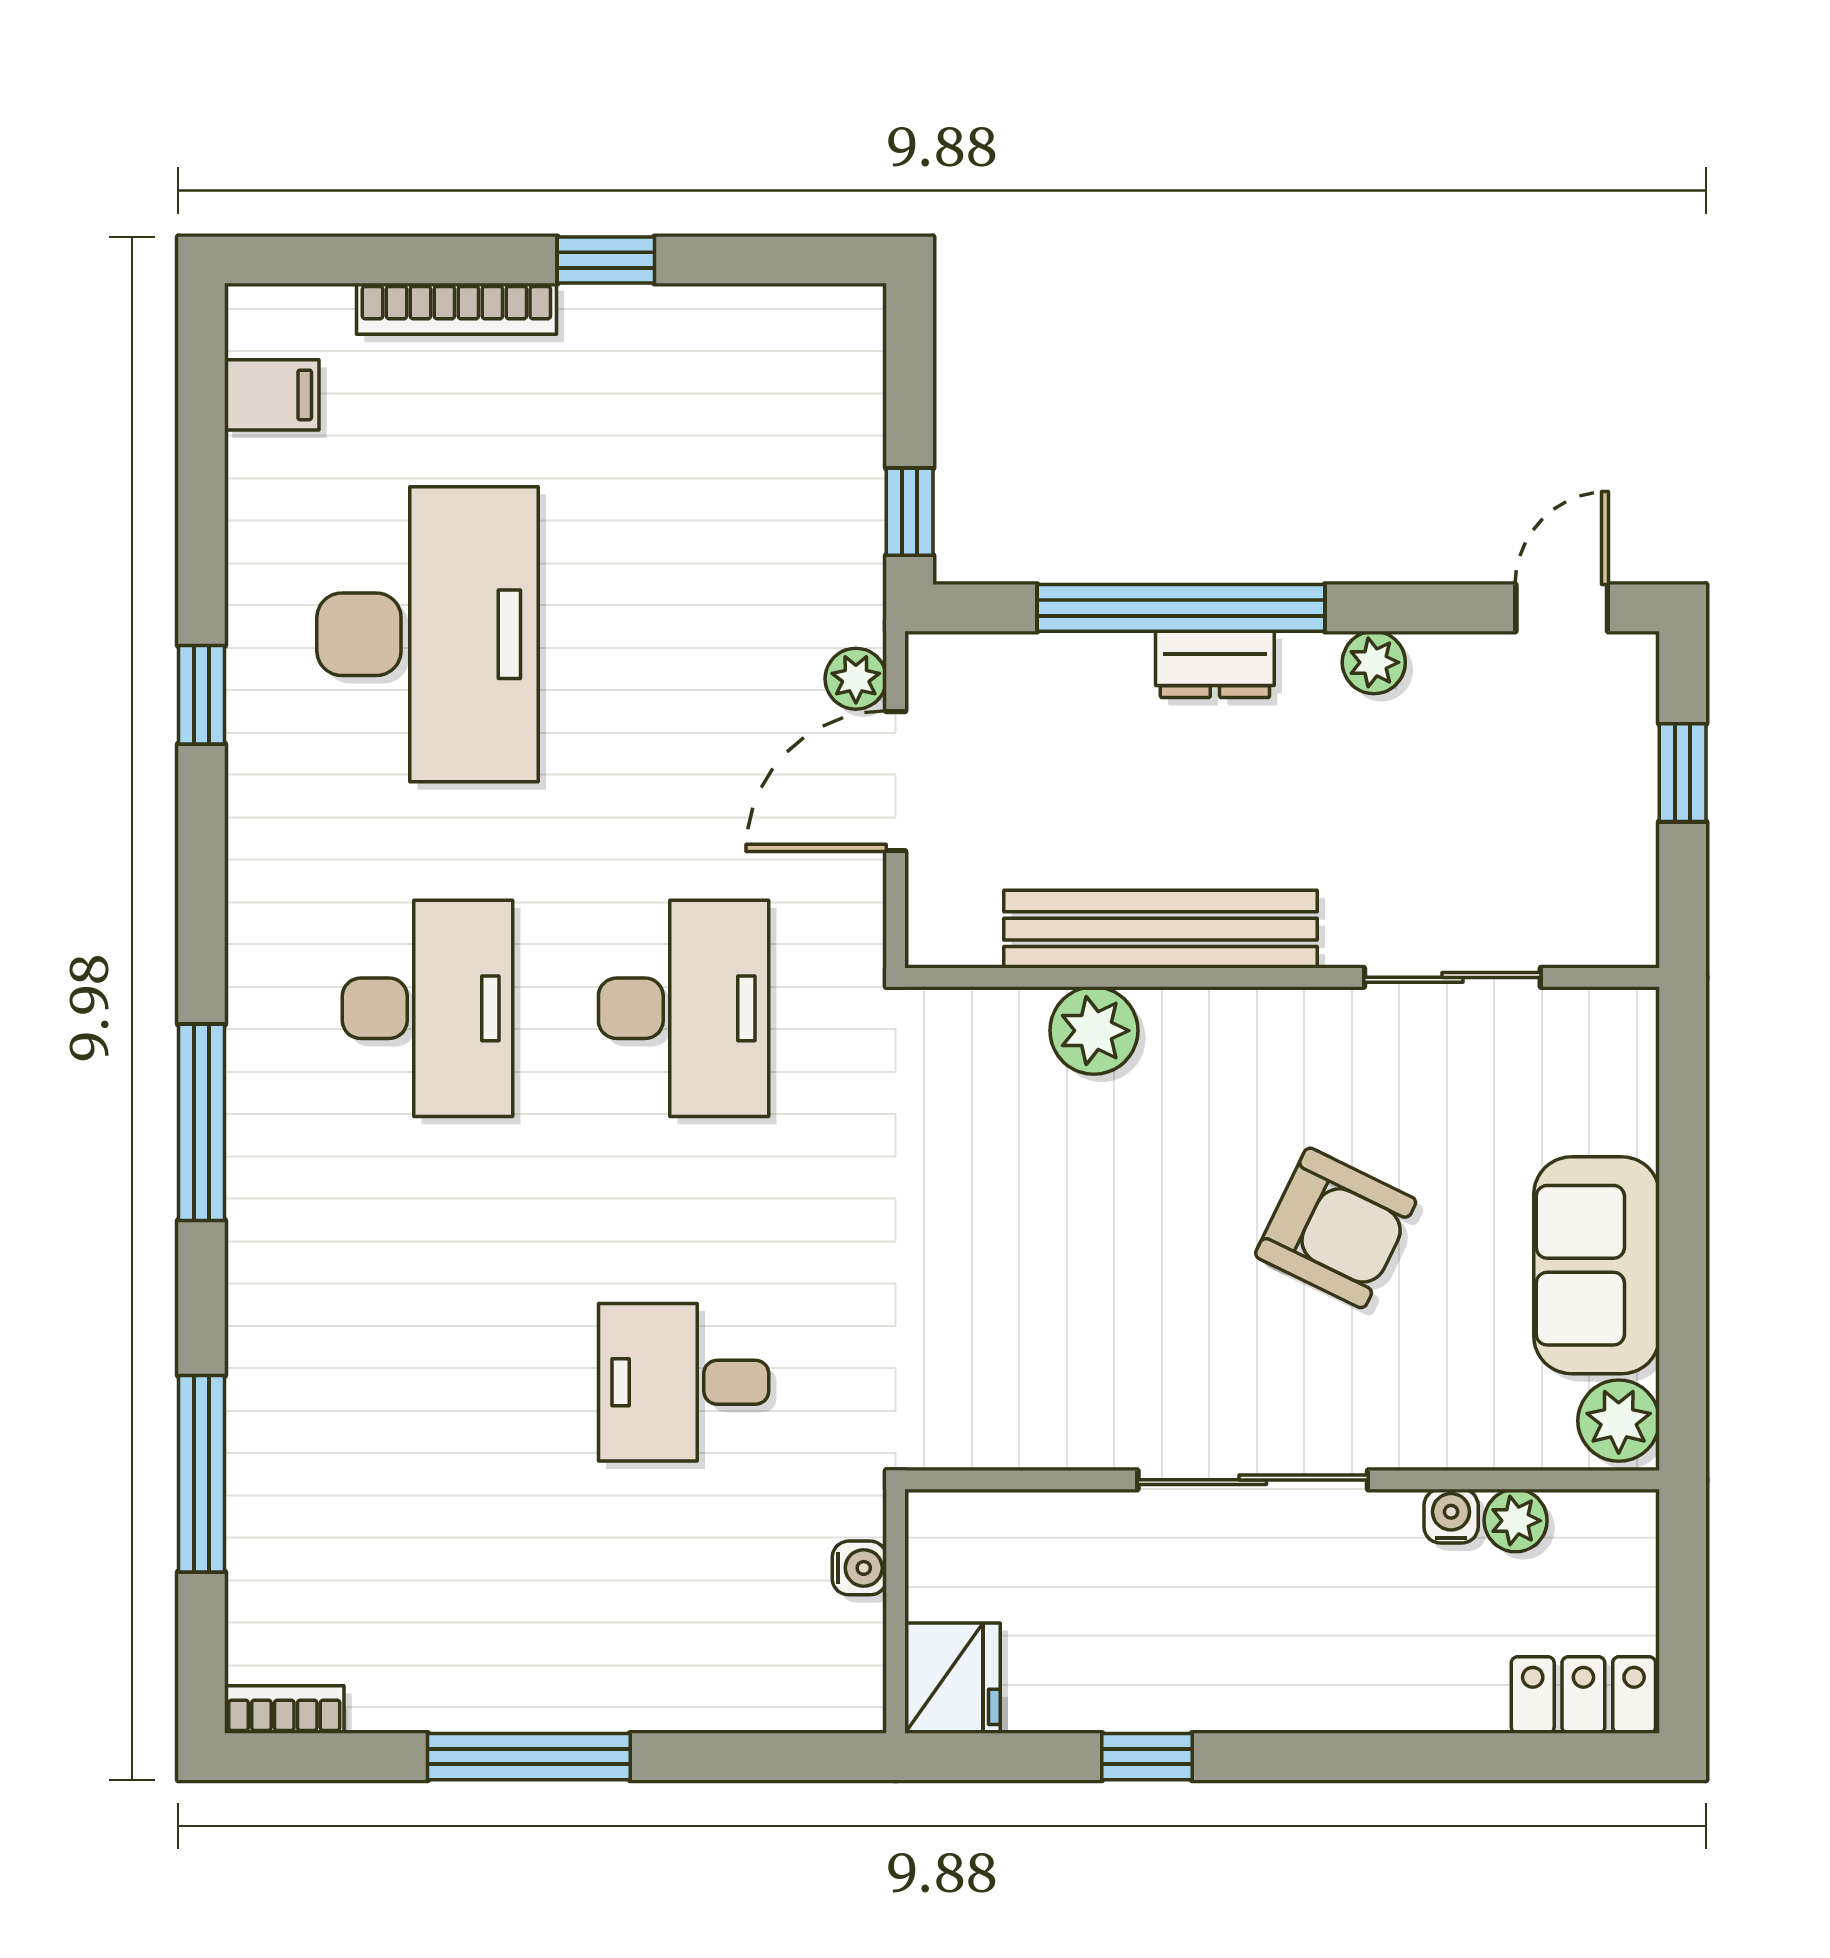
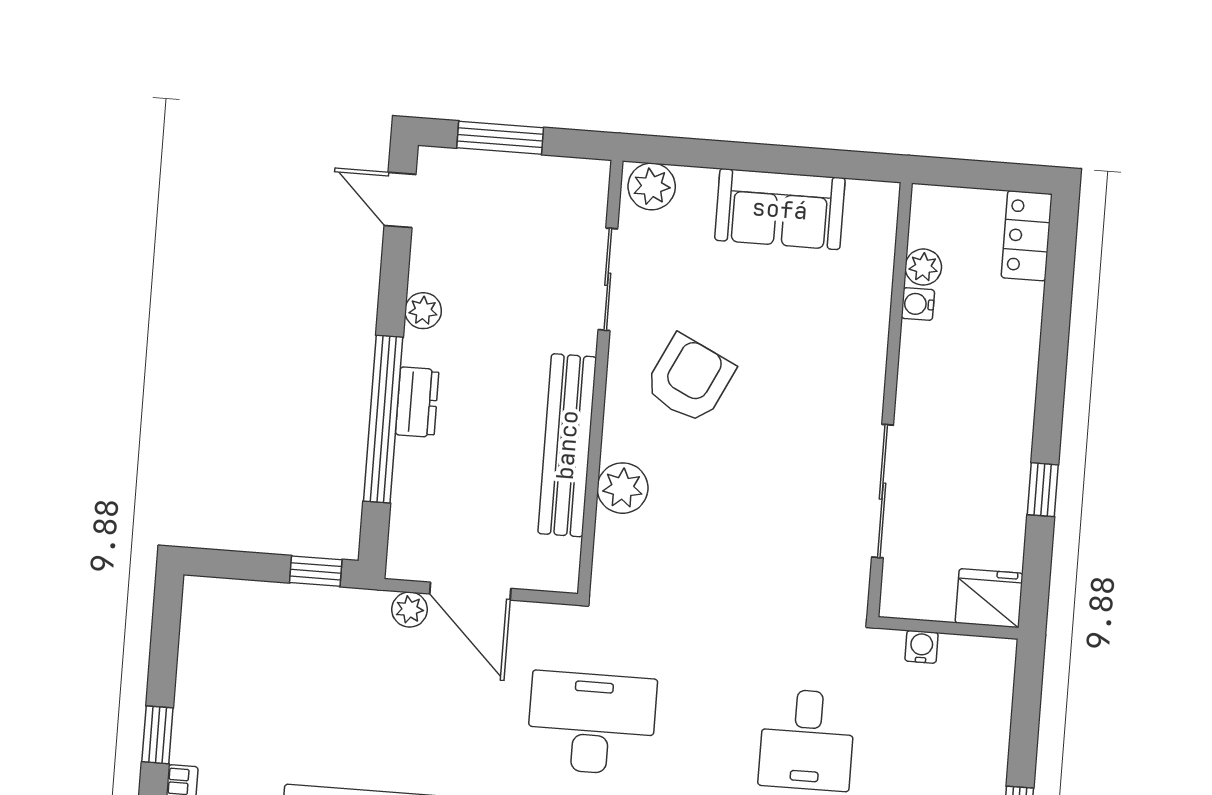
window: (1683, 773) -> (500, 138), width x1.50
armchair: (1336, 1228) -> (689, 379), moved
plant: (1619, 1421) -> (652, 186), moved
sliding door: (1253, 1480) -> (882, 491), moved

